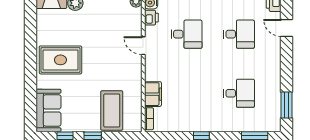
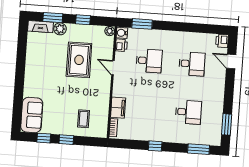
rug: (60, 60) -> (79, 60), moved, turned 90
coffee table: (112, 110) -> (83, 119), width x0.54, depth x0.58

